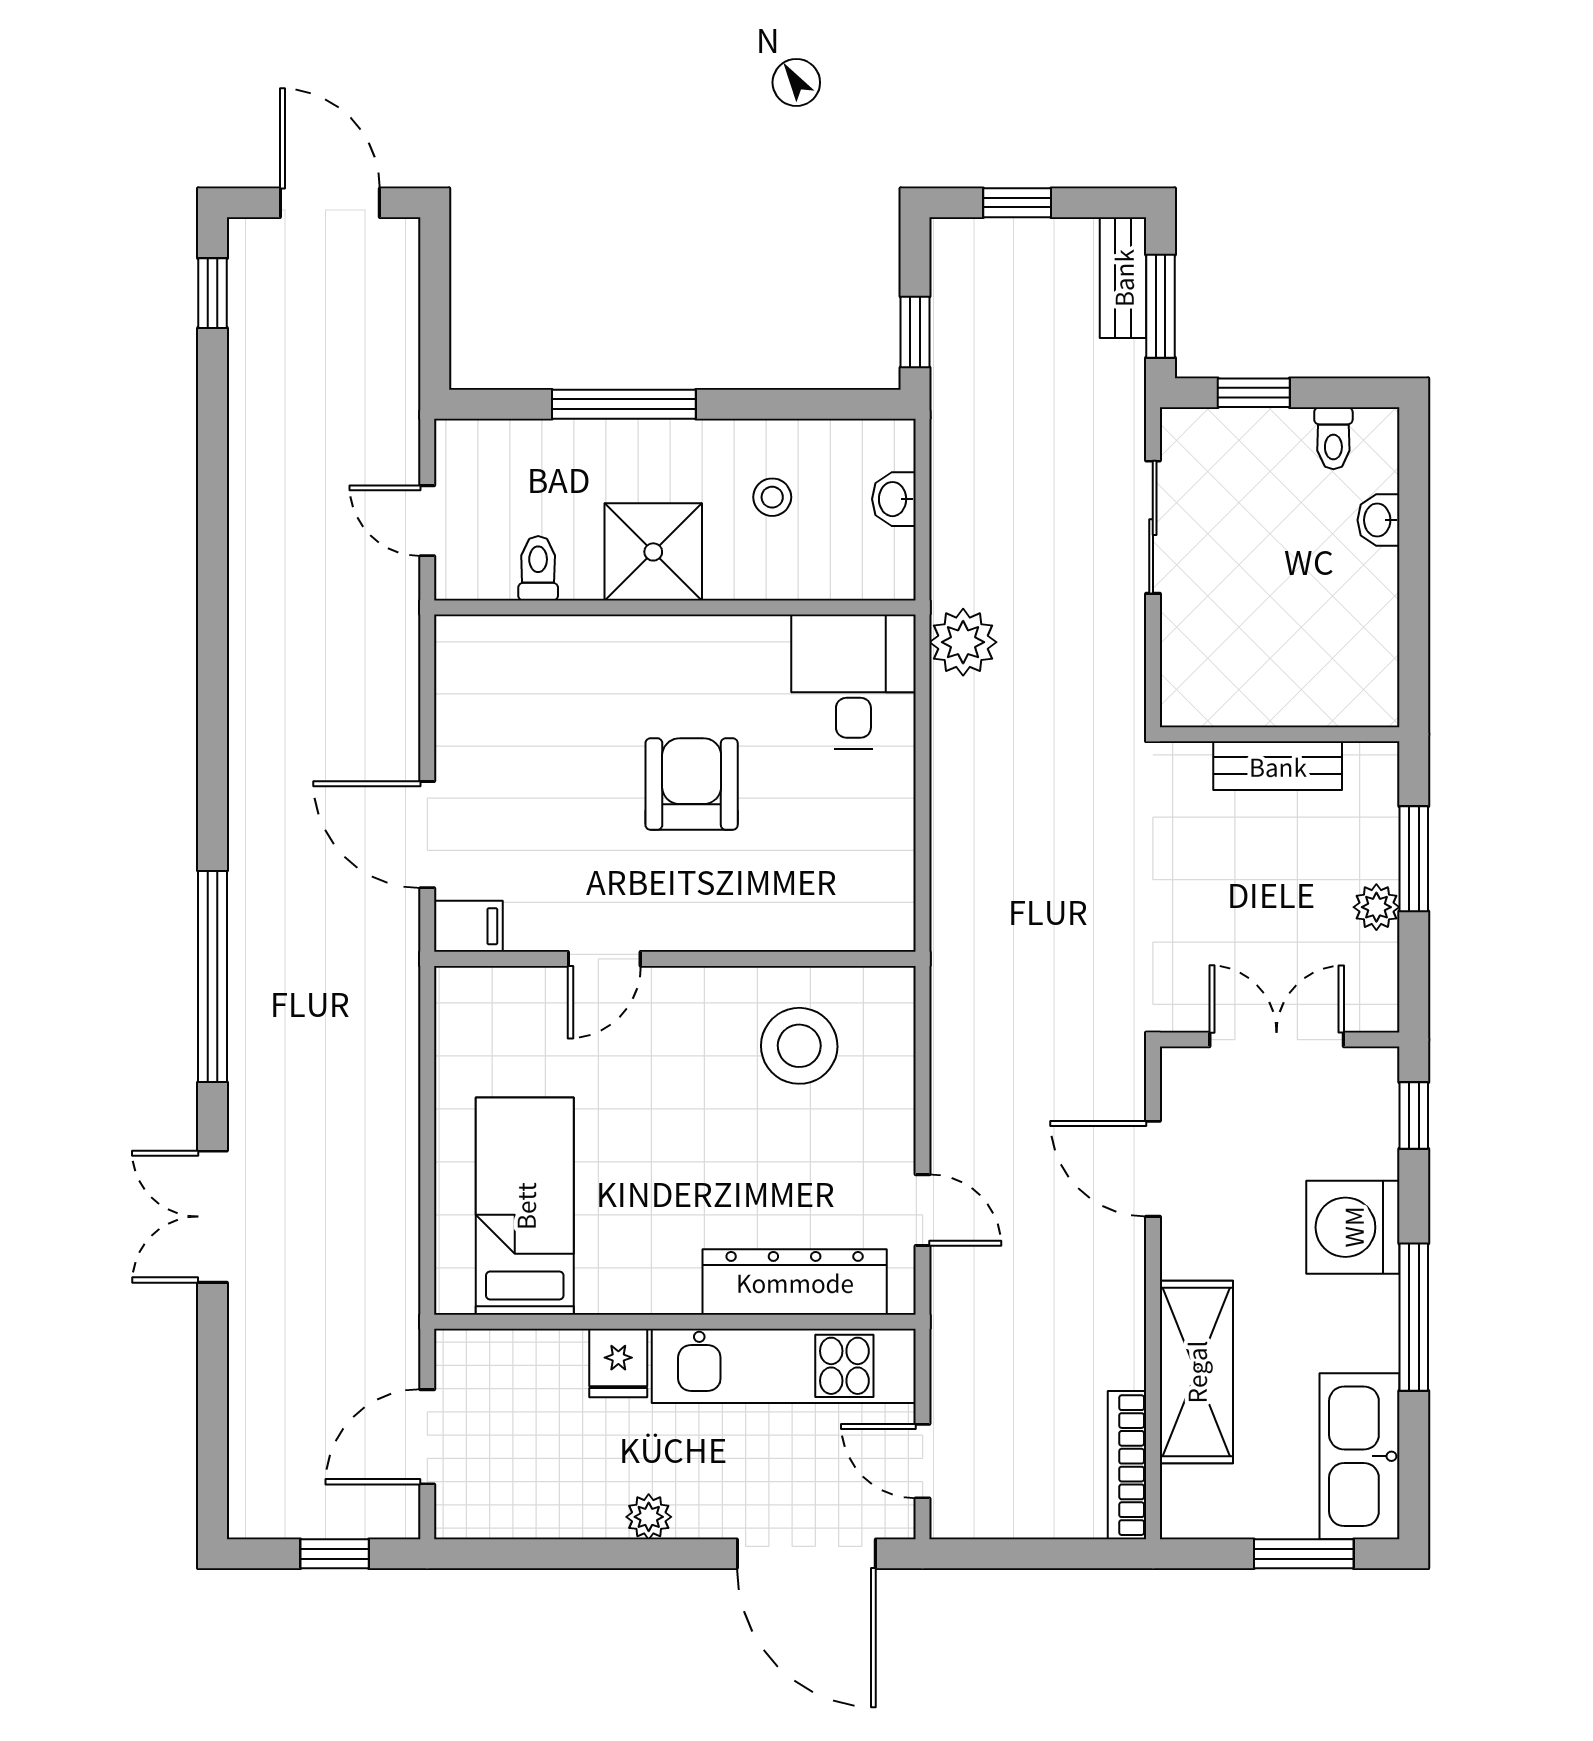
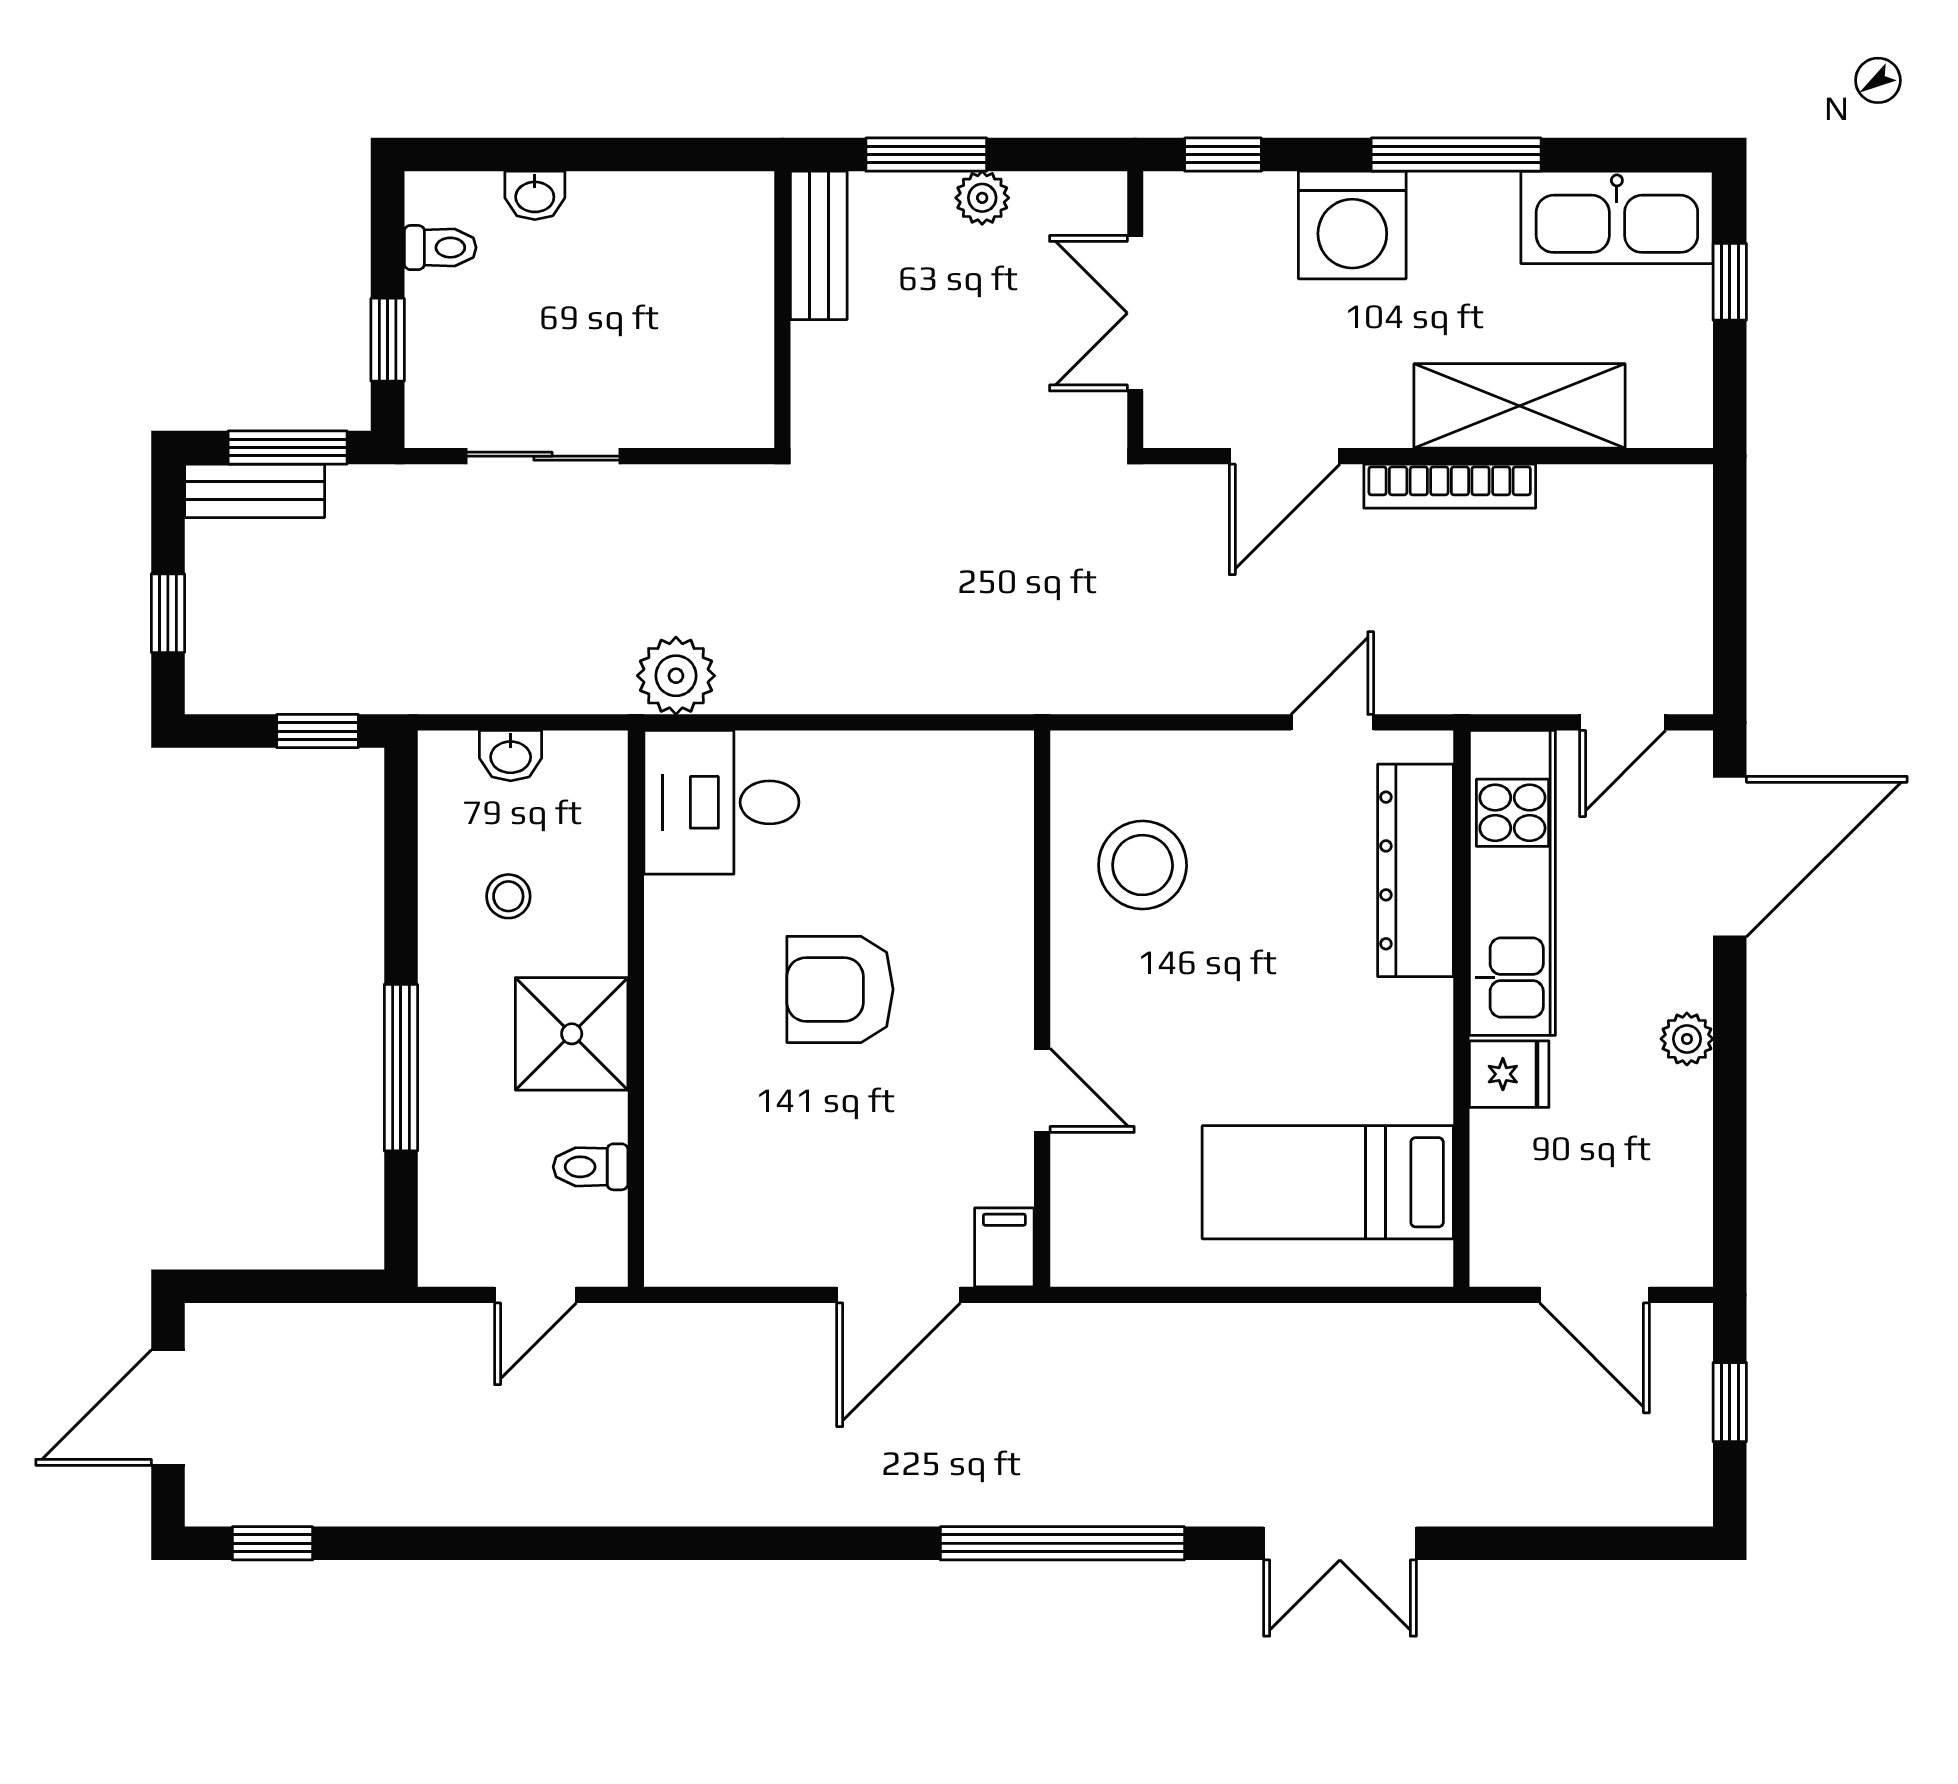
bench: (1278, 766) -> (819, 245), moved
bookcase: (1127, 1465) -> (1450, 486), moved
window: (1304, 1554) -> (1730, 282), width x0.67

